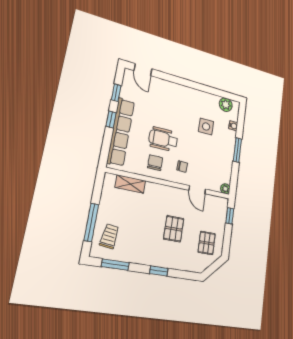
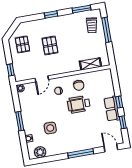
window: (181, 81) -> (81, 153), added
row of seats: (121, 132) -> (112, 109), width x0.50
wheelchair: (163, 139) -> (79, 104), turned 180
door: (197, 190) -> (42, 79), swing flipped

